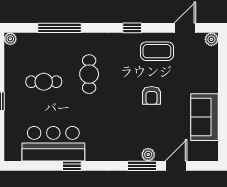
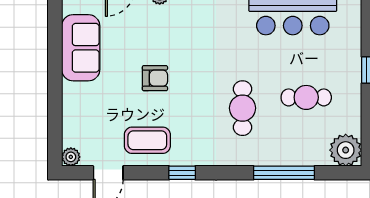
plant: (10, 39) -> (346, 150), width x1.87, depth x1.87
armchair: (152, 95) -> (155, 78), turned 90

